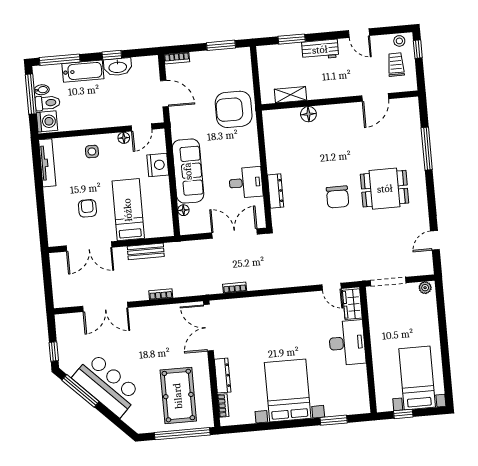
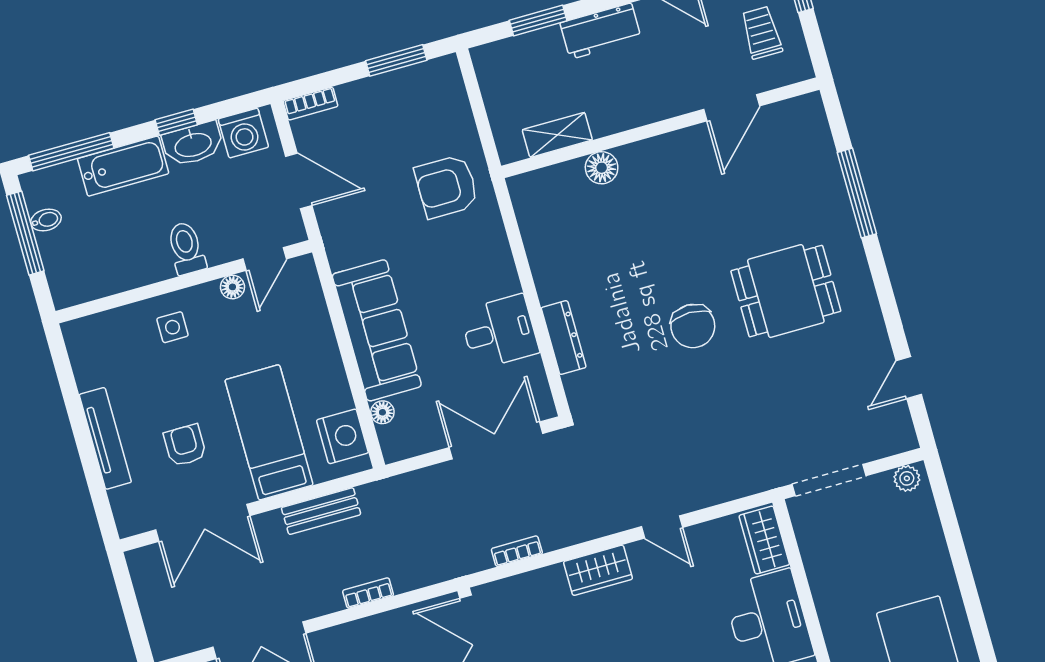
toilet: (48, 103) -> (186, 248), moved, turned -90
armchair: (234, 109) -> (447, 186), width x0.73, depth x0.73
washing machine: (47, 121) -> (243, 133), moved, turned 90
tv unit: (47, 163) -> (105, 438), moved
nightstand: (158, 165) -> (342, 436), moved
door: (332, 287) -> (662, 527), moved
wardrobe: (271, 304) -> (598, 570), added

